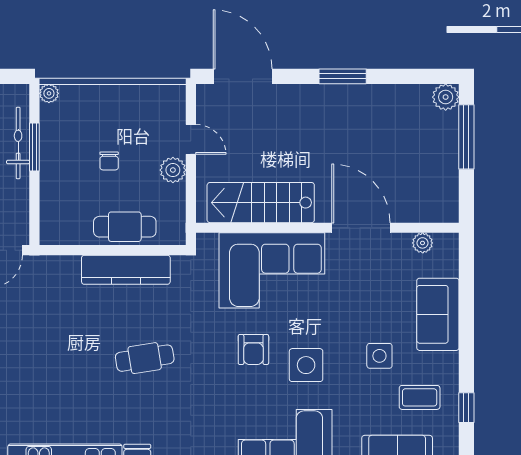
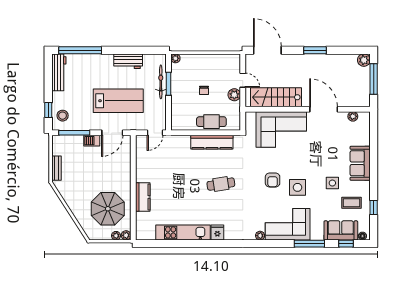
stairs: (261, 203) -> (276, 97), moved
wall: (327, 228) -> (308, 109), moved
door: (361, 228) -> (324, 109), moved
plant: (423, 243) -> (353, 116), moved
corner sofa: (272, 270) -> (281, 129), moved

